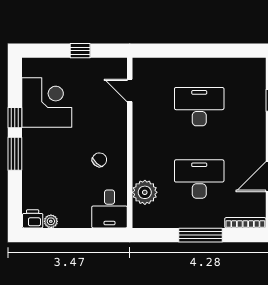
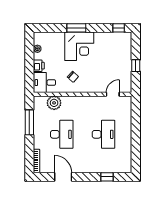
corner desk: (47, 103) -> (79, 46), moved
window: (15, 118) -> (119, 28), moved
printer: (33, 219) -> (39, 66), moved
window: (200, 235) -> (29, 122), moved

